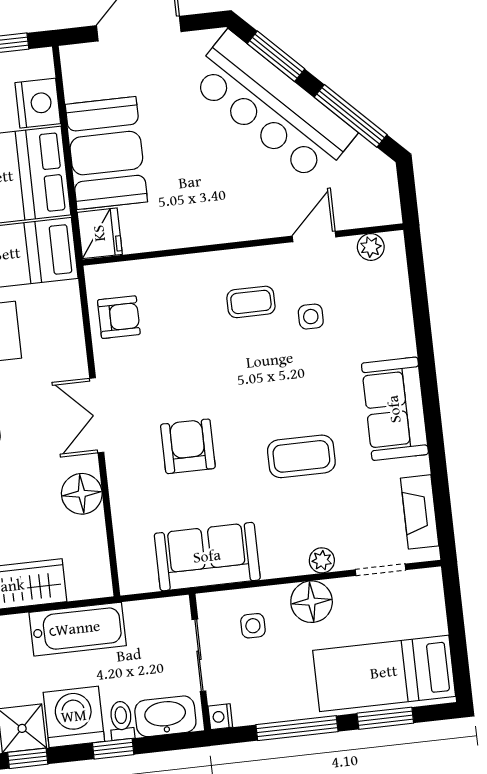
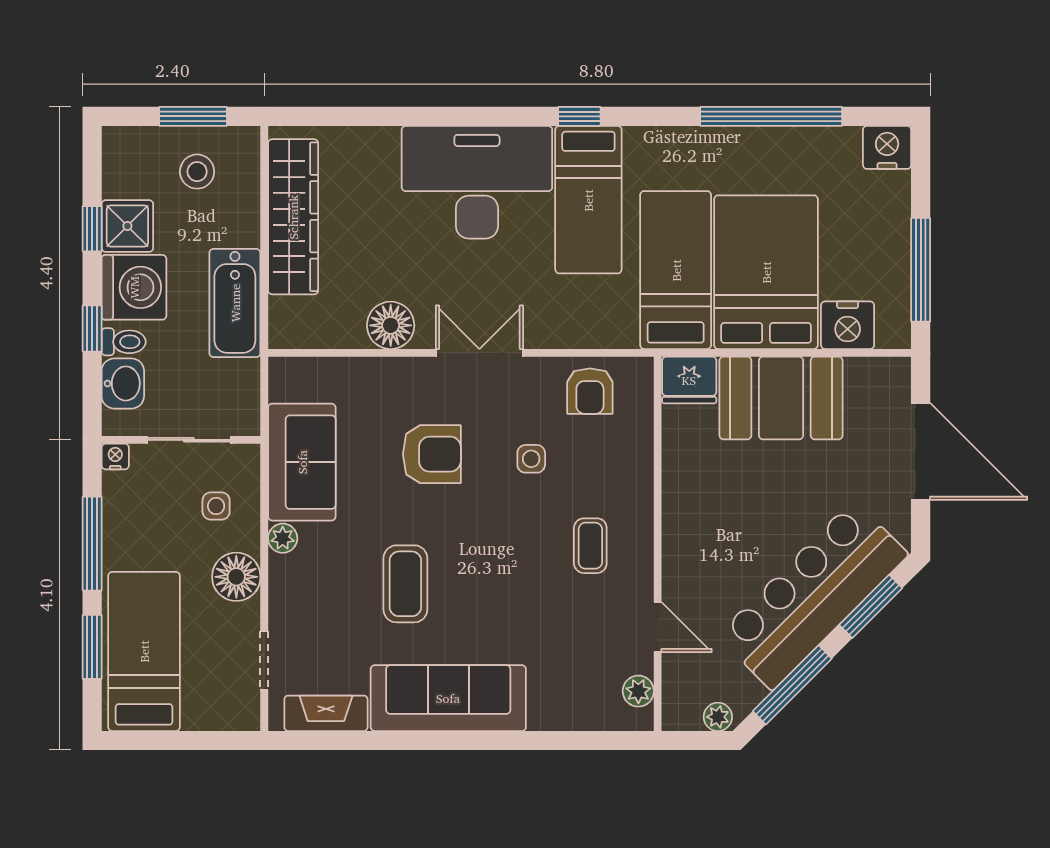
plant: (385, 176) -> (718, 717), added
side table: (311, 317) -> (531, 459), moved
sofa: (395, 409) -> (448, 698), width x1.36
plant: (322, 560) -> (283, 538), moved
washbasin: (165, 716) -> (123, 383), width x0.72

